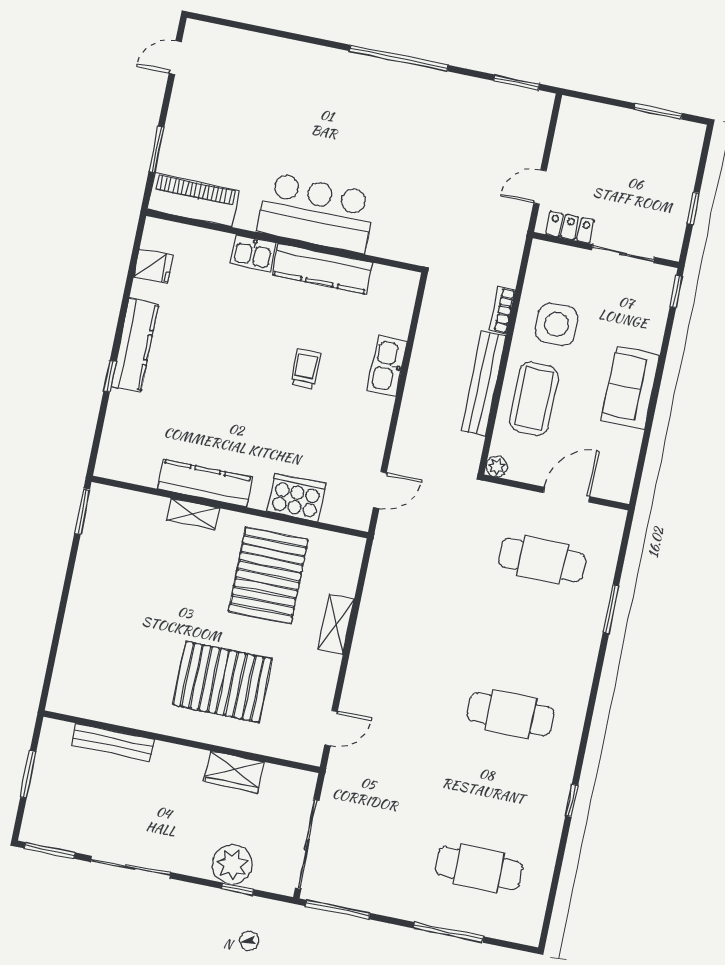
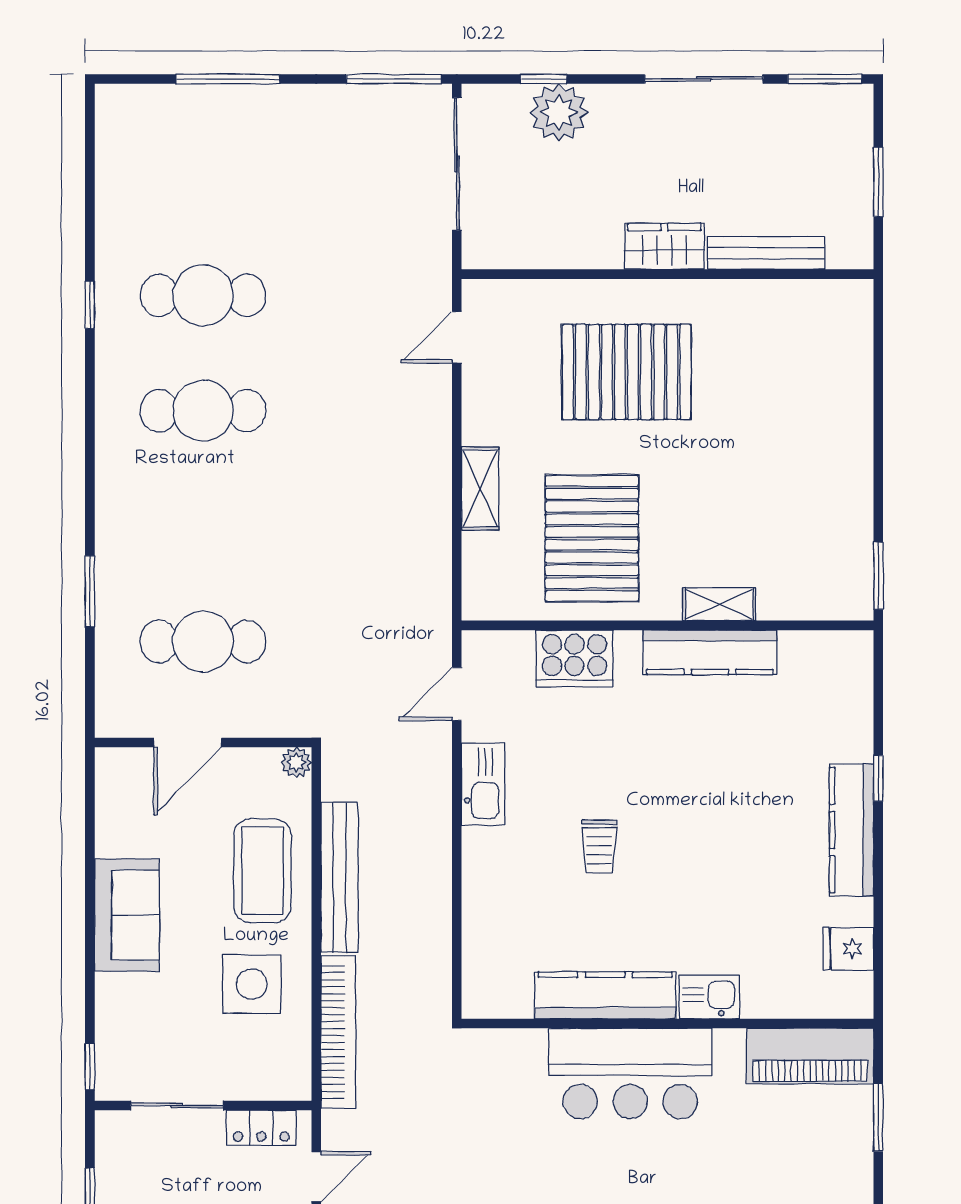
bookcase: (502, 310) -> (338, 1032), width x2.31, depth x1.31
kitchen sink: (387, 366) -> (483, 784), moved
wardrobe: (234, 772) -> (664, 246), moved
cafe table: (479, 868) -> (203, 295), moved

